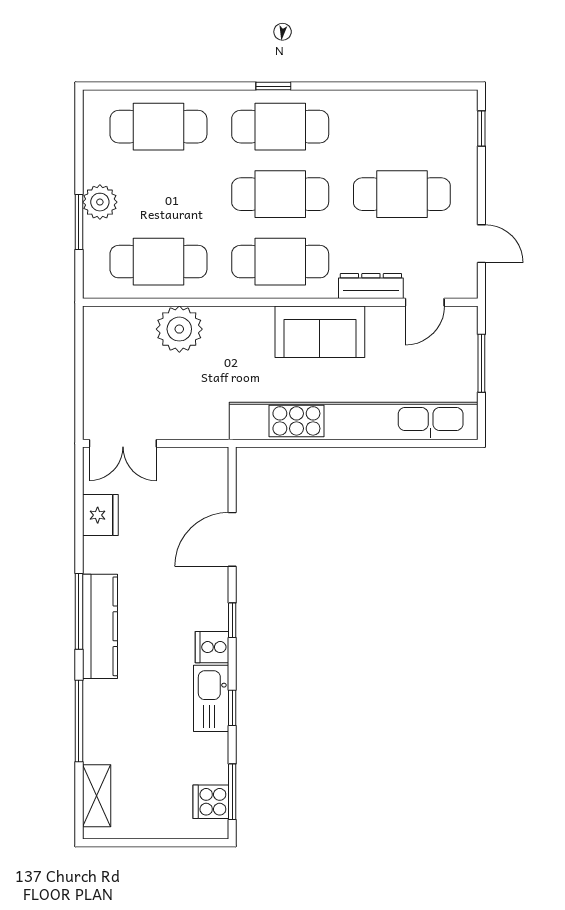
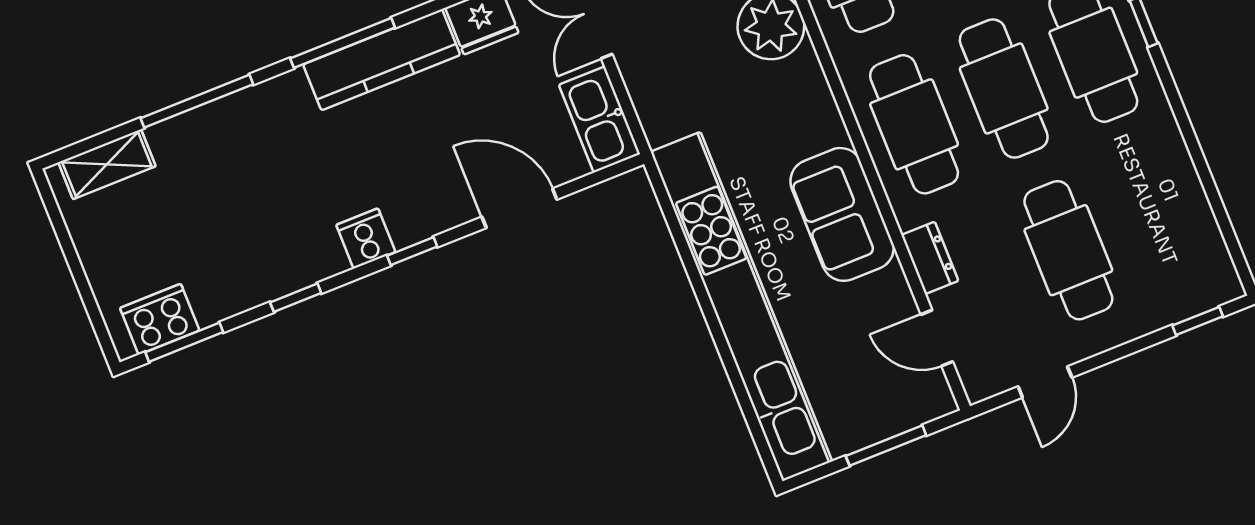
dresser: (371, 286) -> (930, 258), width x0.70
kitchen counter: (100, 626) -> (382, 60), moved
kitchen sink: (211, 698) -> (600, 119), moved, turned -90
cooker: (211, 802) -> (160, 319), width x1.36

